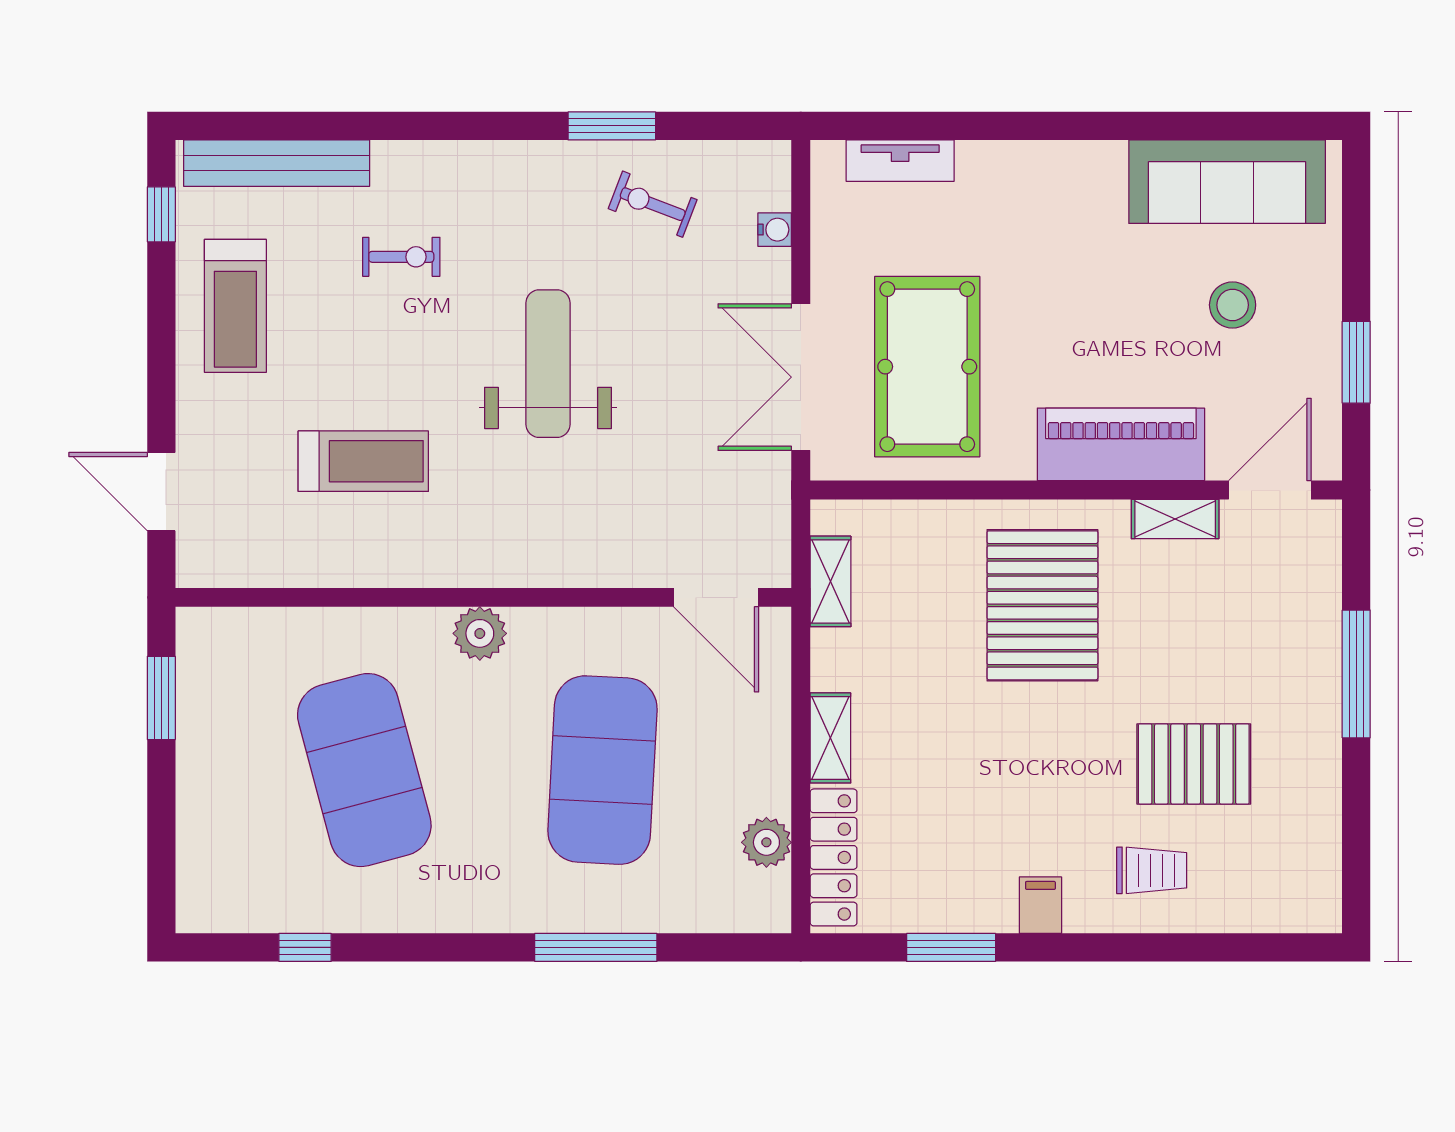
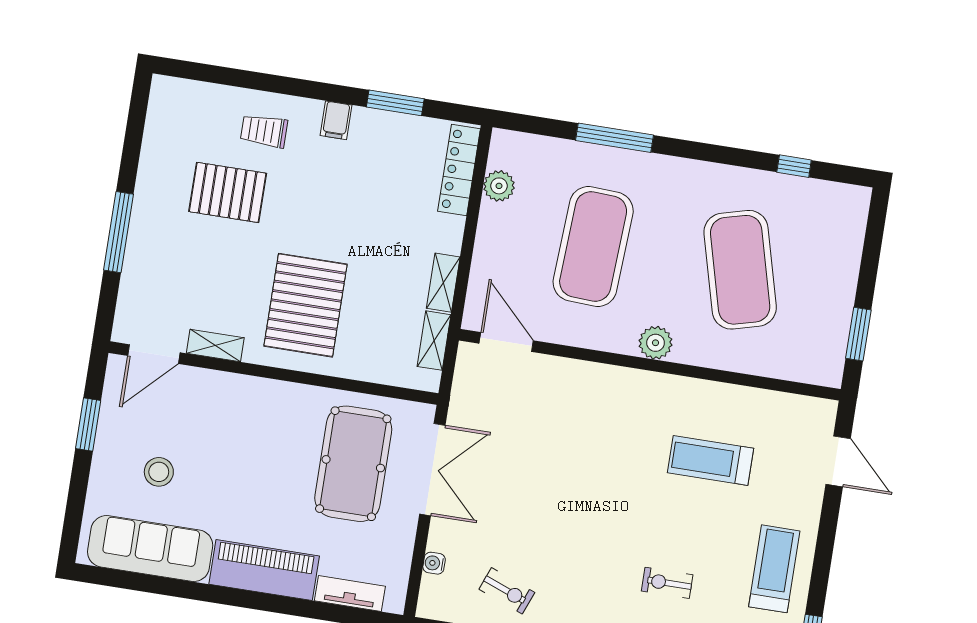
weight bench: (548, 364) -> (587, 503), removed
piano: (1121, 444) -> (264, 570), moved, turned 180
shelving: (830, 738) -> (443, 283), moved

